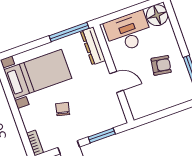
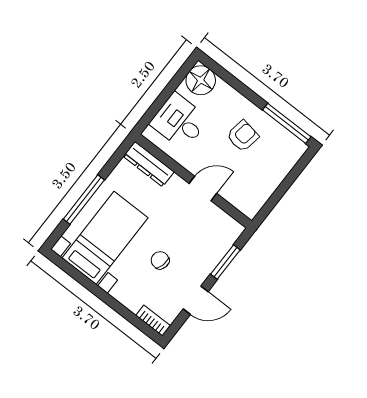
window: (69, 32) -> (84, 200), moved
desk: (128, 32) -> (179, 121), width x0.73

